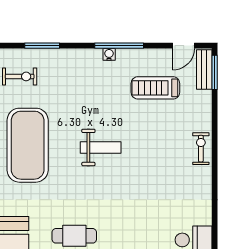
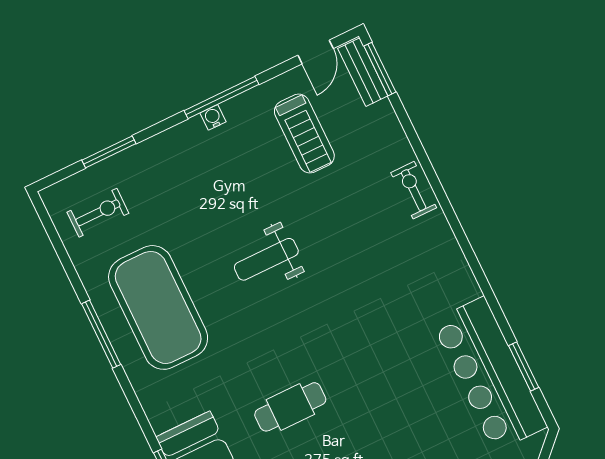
treadmill: (155, 88) -> (304, 134), turned -90
weight bench: (101, 147) -> (266, 259), turned 180

